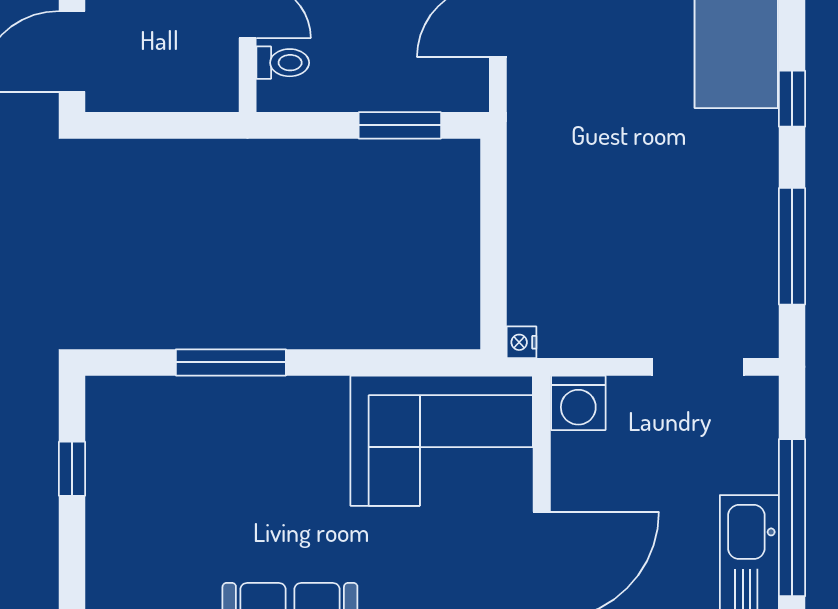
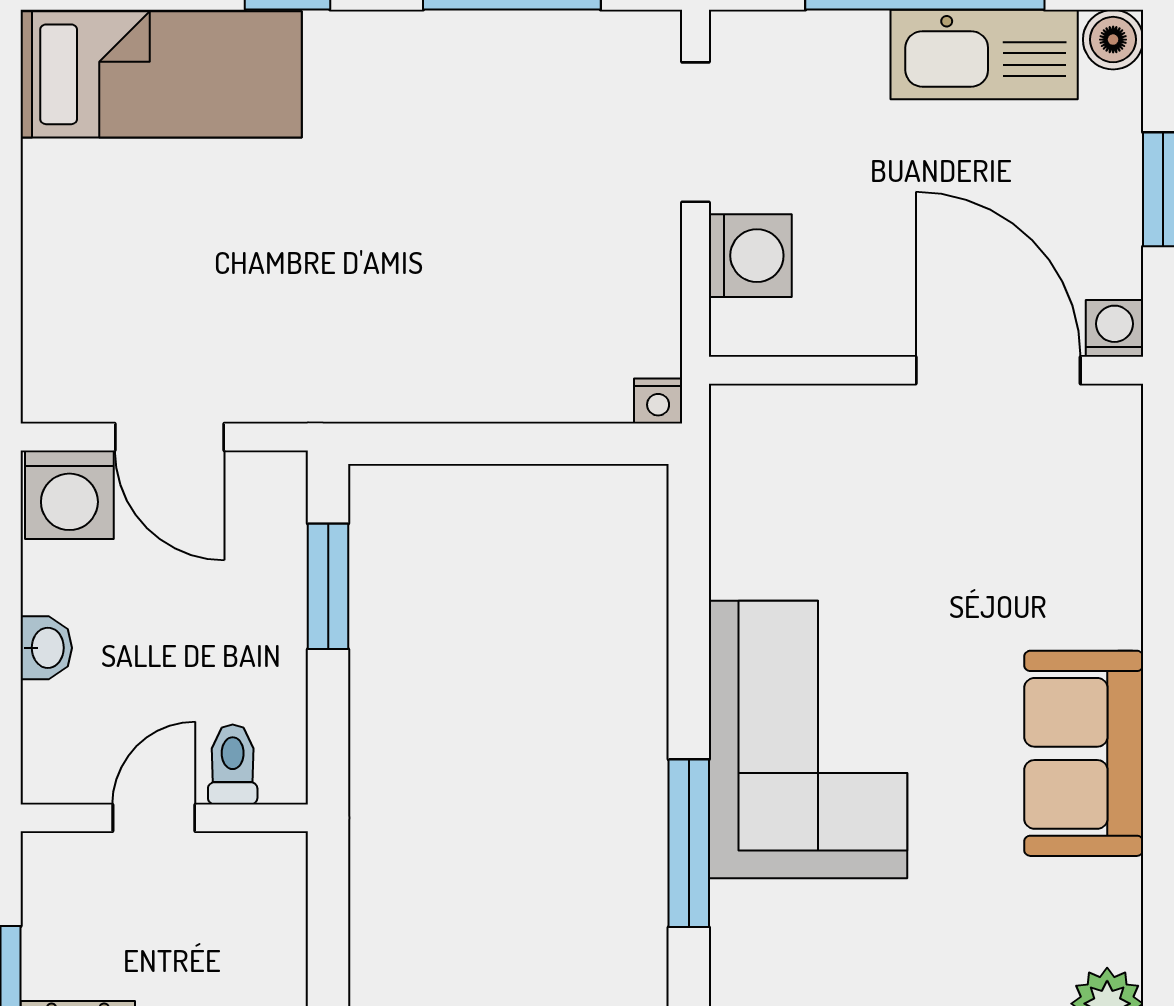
washing machine: (578, 403) -> (750, 256), moved
corner sofa: (442, 441) -> (808, 739), moved

